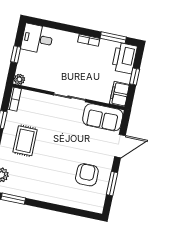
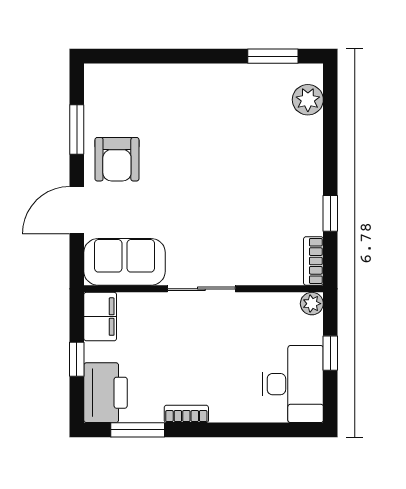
desk: (37, 39) -> (293, 384), width x1.37
rug: (25, 141) -> (274, 180), removed
armchair: (87, 175) -> (117, 159), moved

